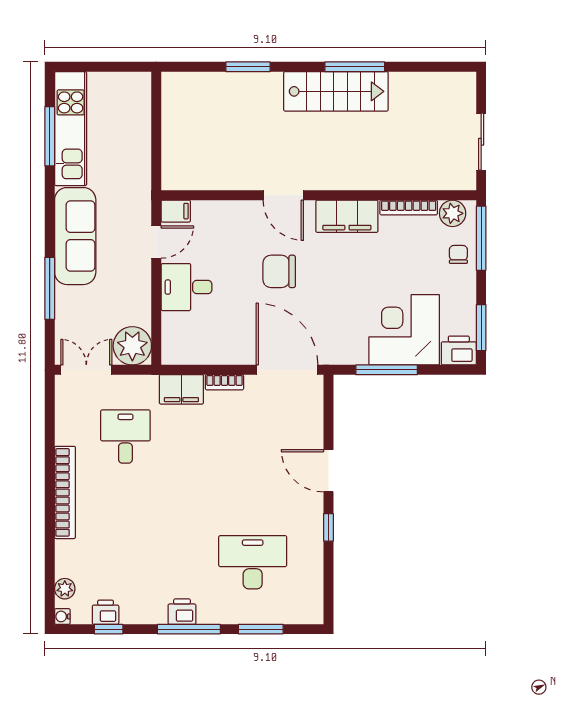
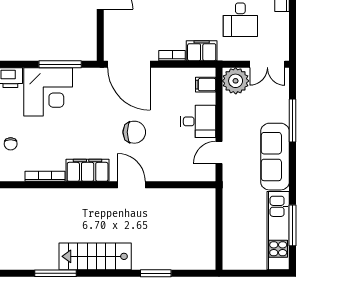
window: (355, 67) -> (55, 273), moved
filing cabinet: (176, 211) -> (206, 85), moved
plant: (453, 213) -> (15, 172), removed

